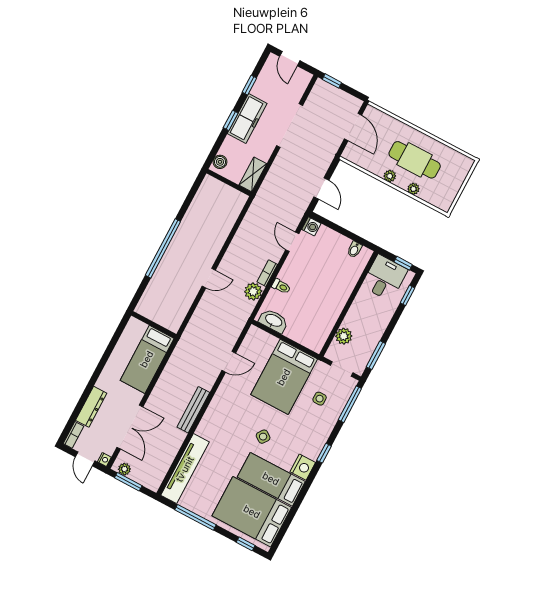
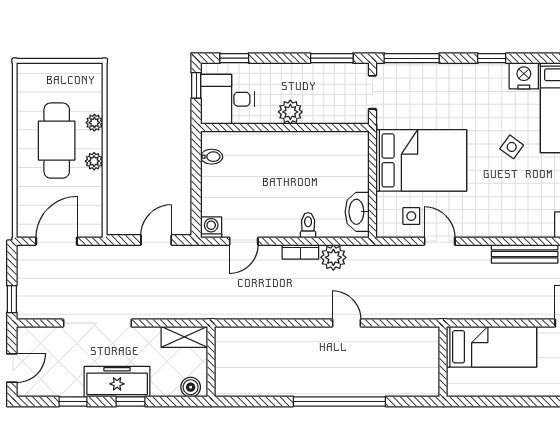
plant: (344, 336) -> (290, 112), moved
side table: (320, 399) -> (411, 216), moved

